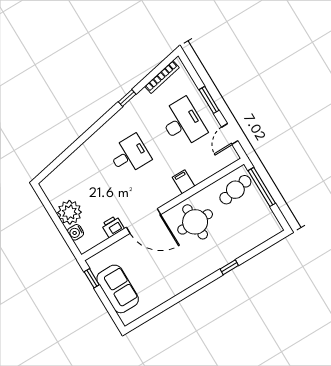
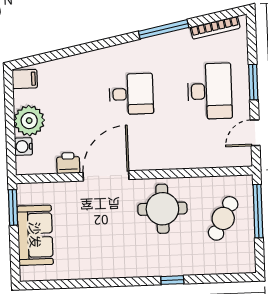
window: (127, 98) -> (164, 29), width x2.17
filing cabinet: (184, 182) -> (25, 79), moved, turned 90
cafe table: (235, 190) -> (223, 218), moved, turned -52
door: (144, 221) -> (106, 176), swing flipped
window: (92, 278) -> (13, 207), width x1.50

